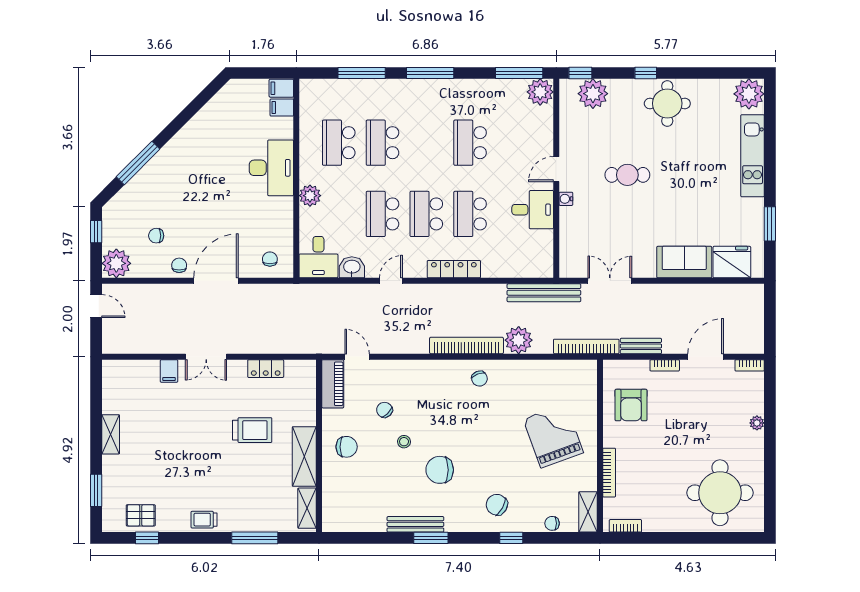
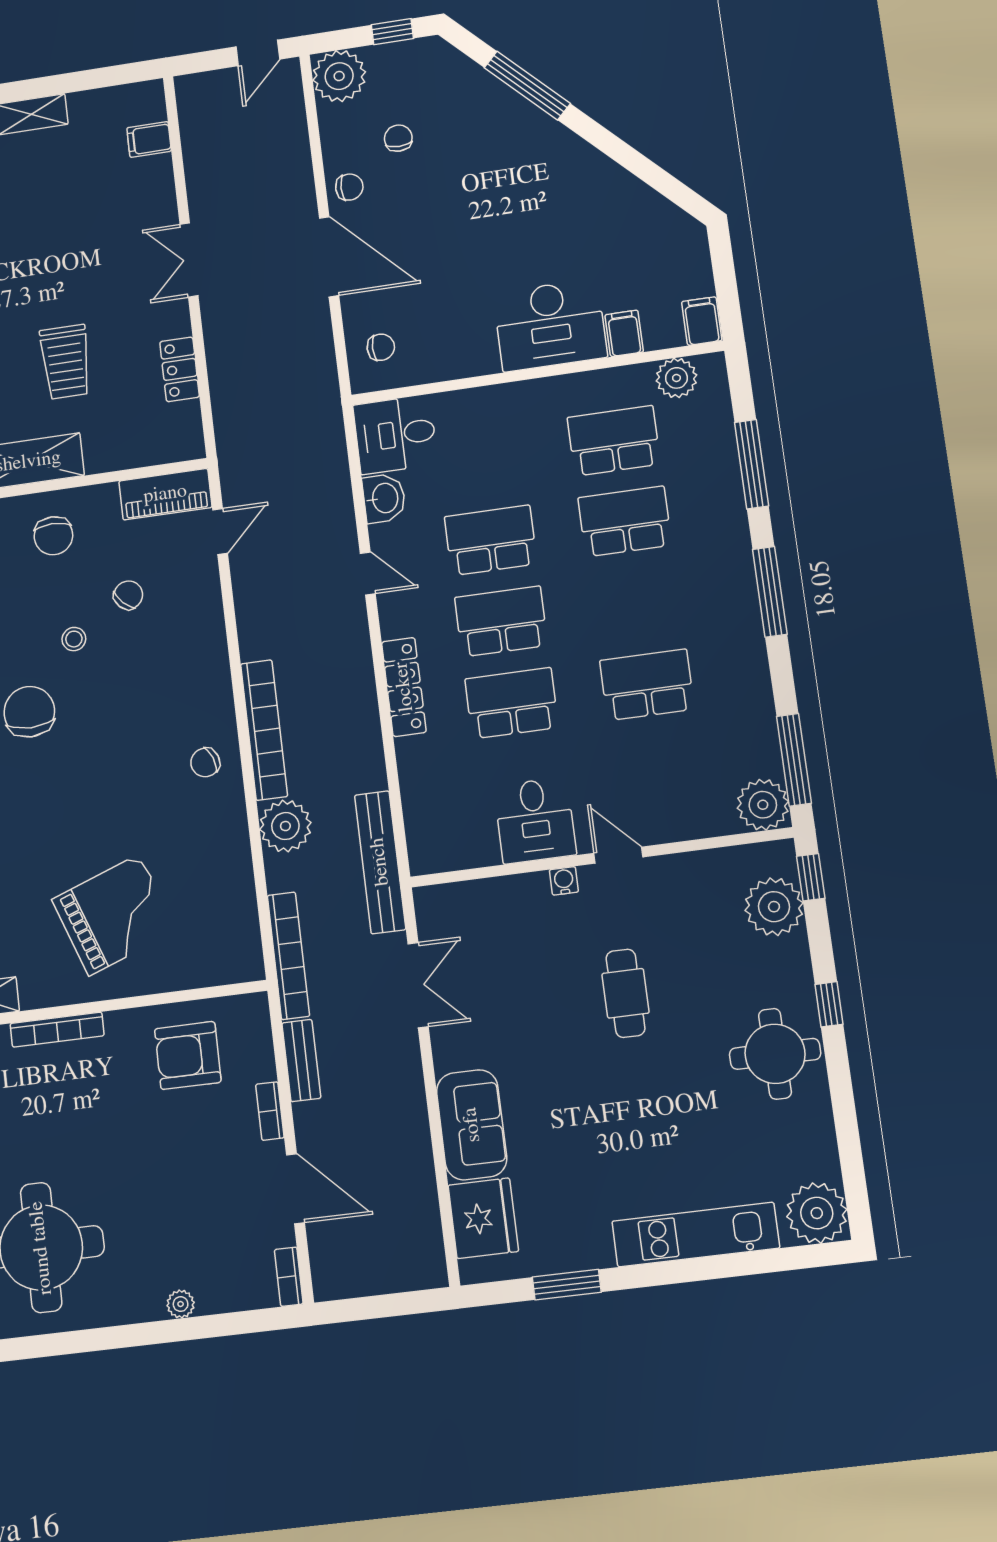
filing cabinet: (282, 108) -> (624, 333), moved
plant: (310, 196) -> (676, 378), moved
filing cabinet: (169, 371) -> (149, 139), moved

